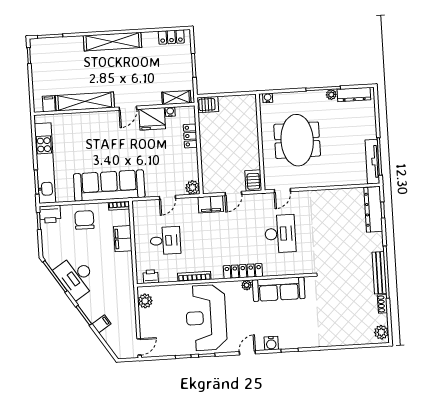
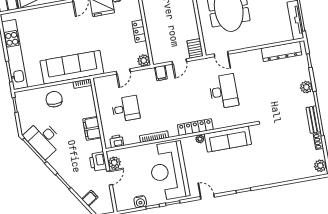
locker: (190, 136) -> (139, 31), moved
door: (282, 191) -> (221, 54), hinge flipped
filing cabinet: (211, 204) -> (161, 73), width x0.50
dresser: (373, 209) -> (281, 52), moved, turned -90
printer: (50, 214) -> (98, 162), moved, turned 90
filing cabinet: (123, 239) -> (92, 128), moved
plant: (376, 240) -> (306, 87), added
bench: (379, 273) -> (313, 120), width x0.73
desk: (76, 277) -> (43, 139), moved
filing cabinet: (101, 324) -> (90, 198), moved
water cooler: (271, 343) -> (140, 202), moved
door: (139, 347) -> (109, 178), moved
door: (247, 353) -> (207, 197), hinge flipped

